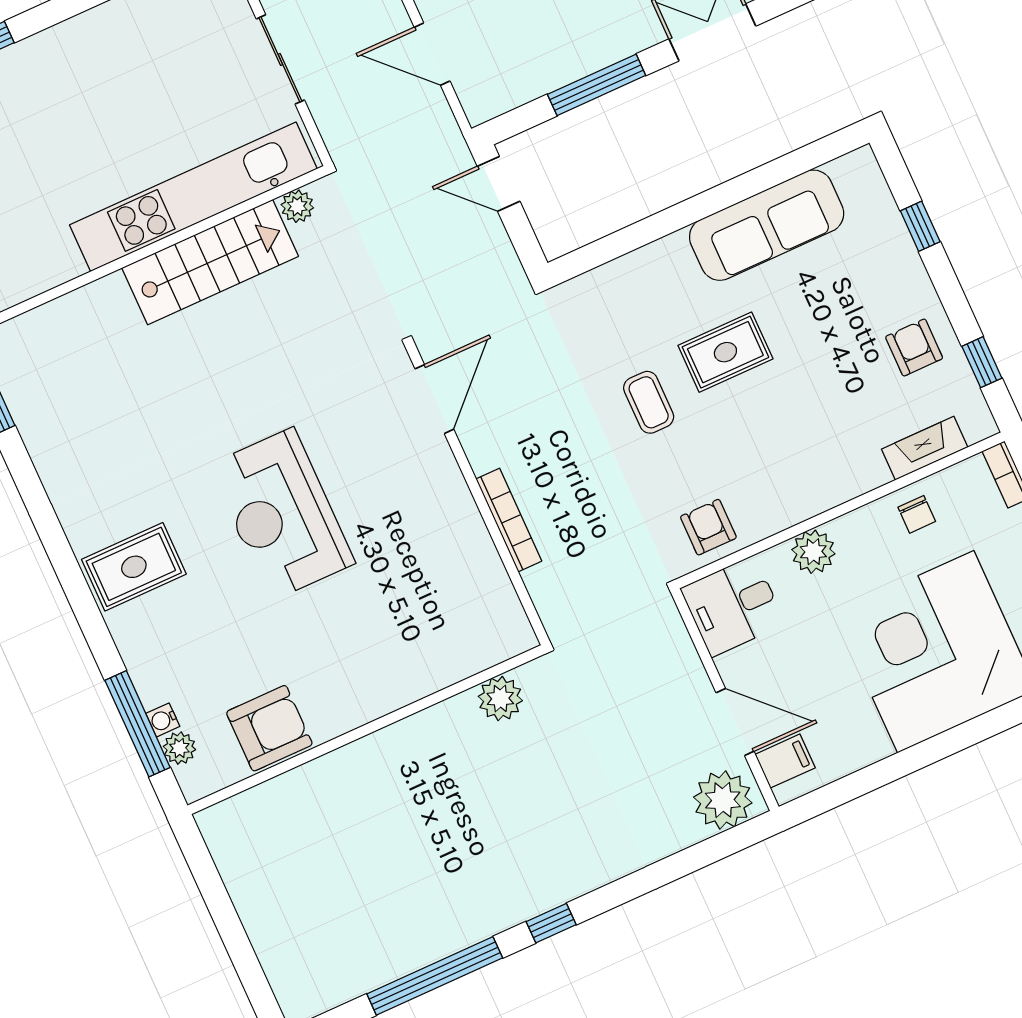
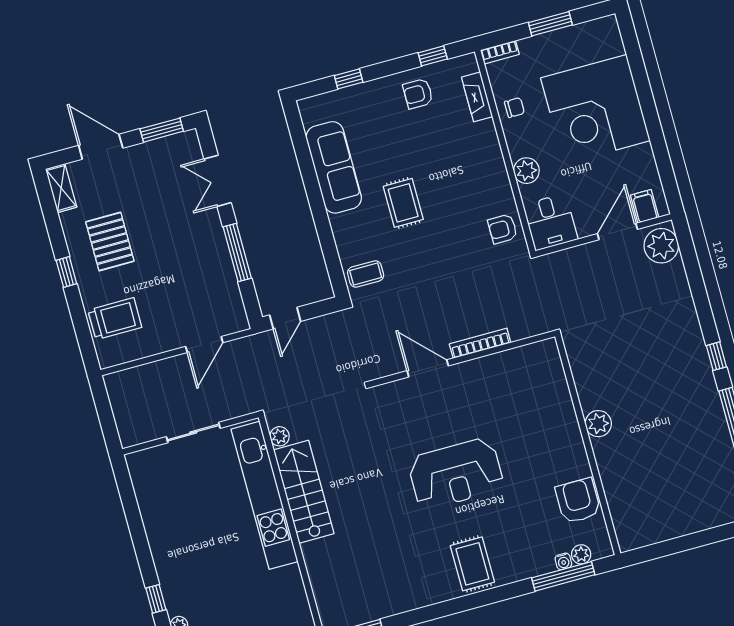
door: (434, 399) -> (428, 368), moved
coffee table: (649, 402) -> (366, 274), moved
plant: (500, 698) -> (598, 424), moved

